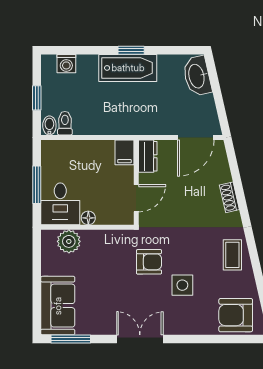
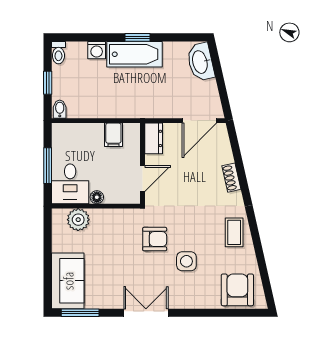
washing machine: (66, 64) -> (97, 50), moved
toilet: (65, 123) -> (58, 53), moved, turned 180
filing cabinet: (124, 152) -> (113, 135), moved
armchair: (236, 315) -> (237, 290), turned 90

